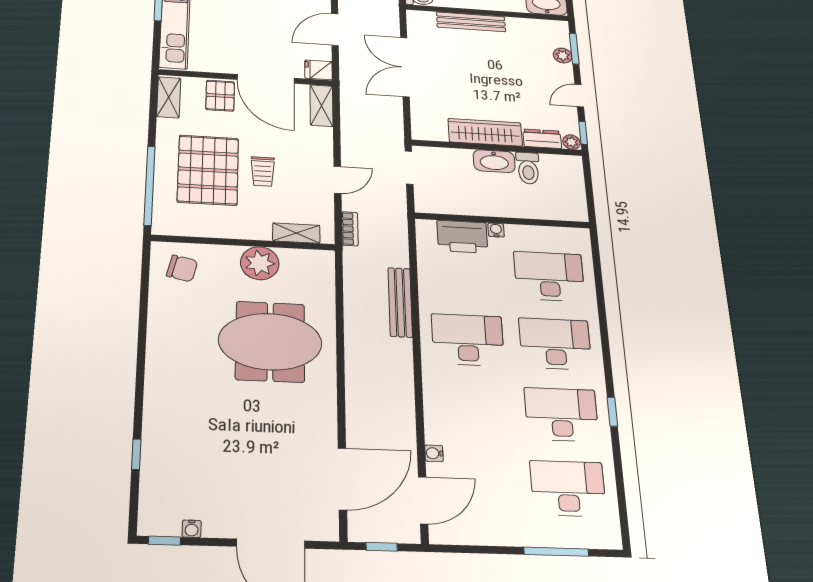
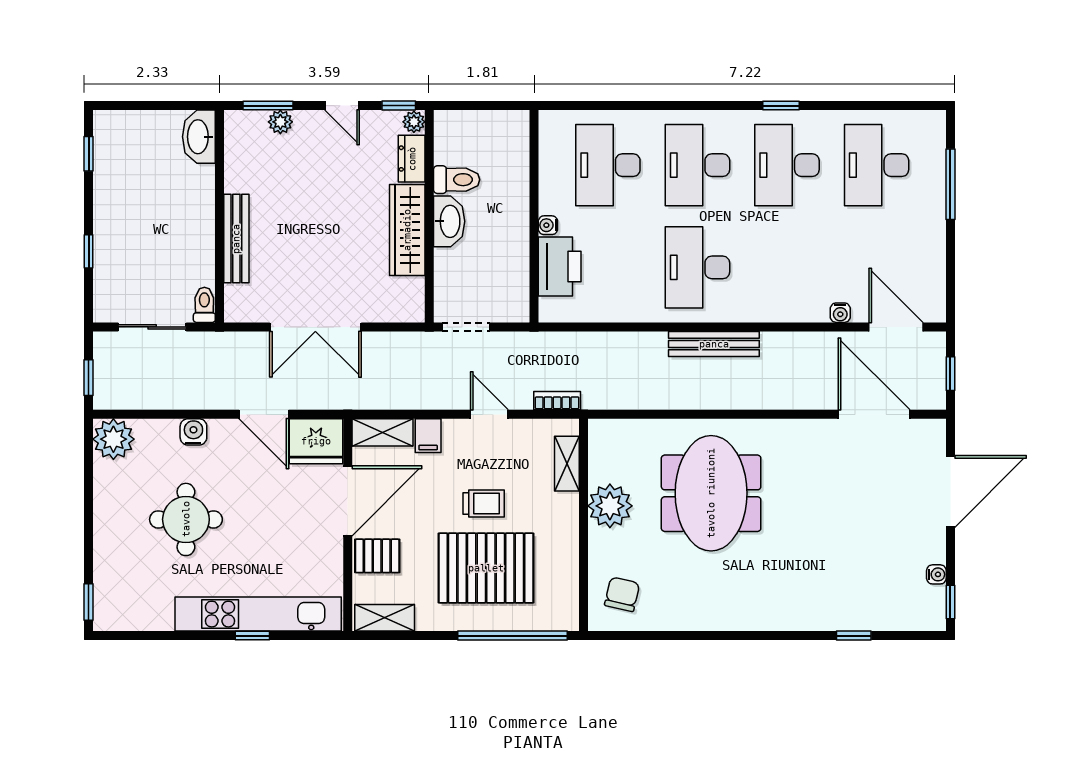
fridge: (319, 70) -> (316, 441), width x1.88, depth x1.34
filing cabinet: (319, 136) -> (428, 436), added
bench: (400, 302) -> (714, 344), moved

